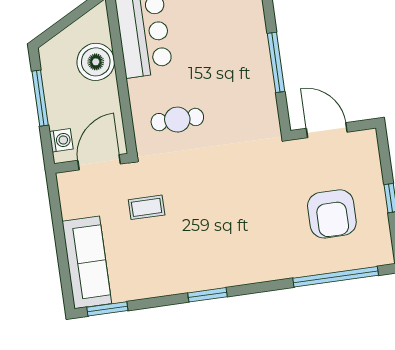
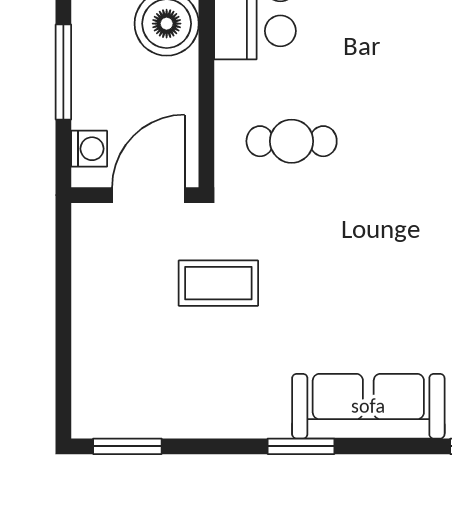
coffee table: (147, 207) -> (218, 283), width x1.36, depth x1.30
sofa: (87, 262) -> (368, 406), moved, turned -90

